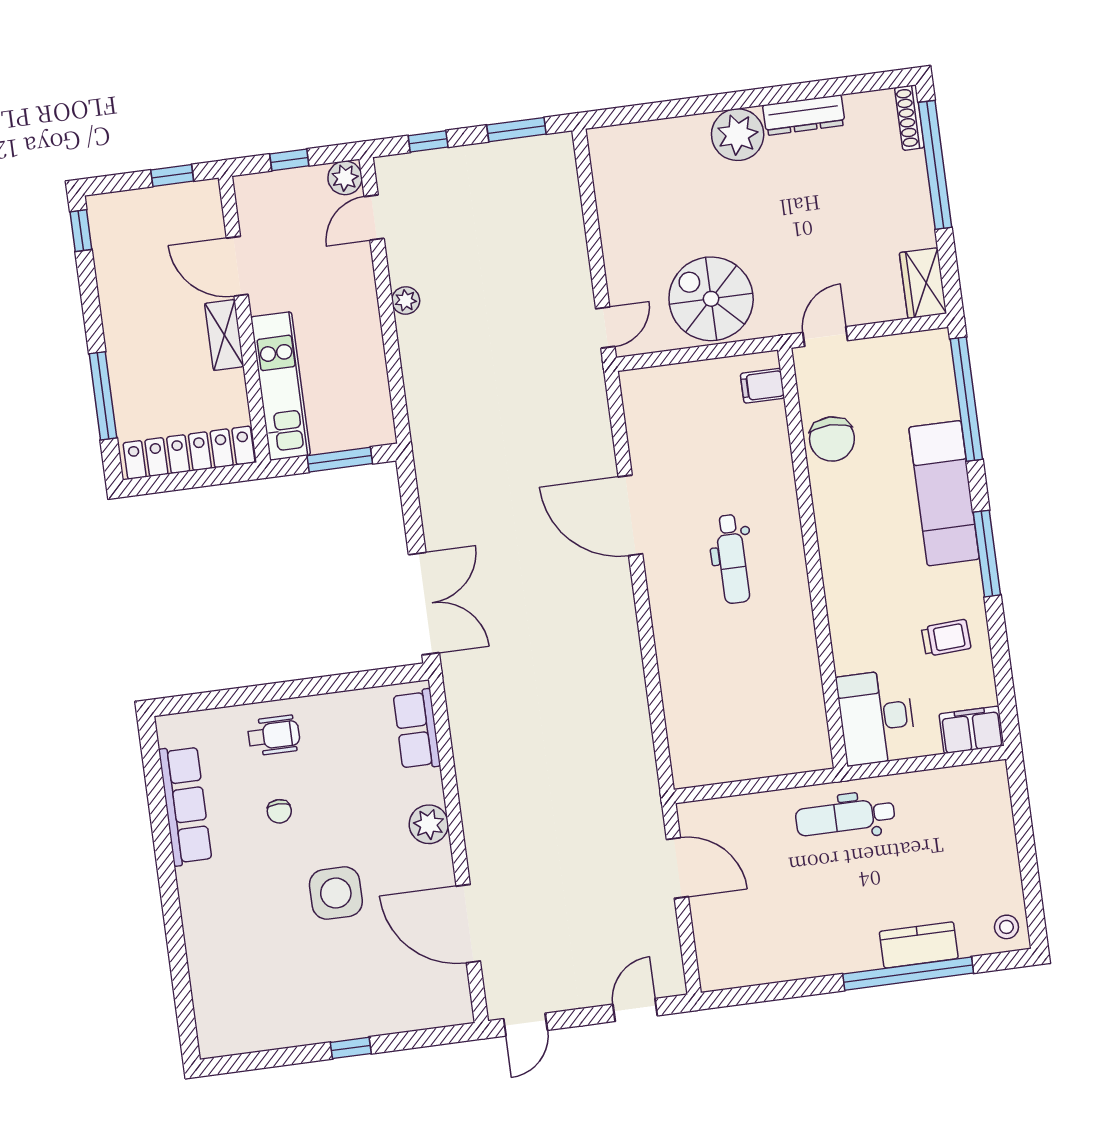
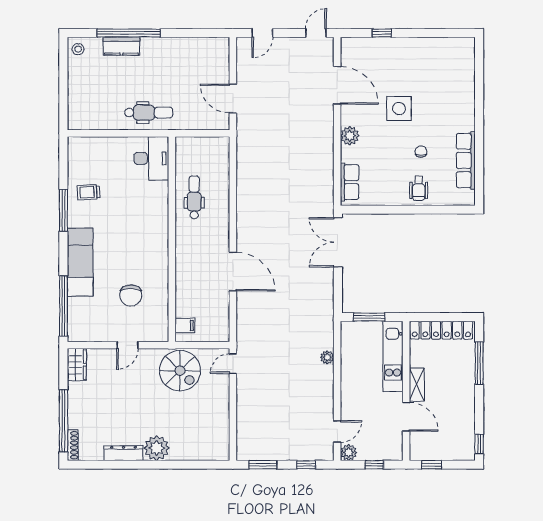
plant: (406, 300) -> (327, 357), moved
filing cabinet: (762, 386) -> (185, 325), moved
chair: (832, 439) -> (131, 295), turned 180
window: (987, 554) -> (63, 210), moved
wall: (813, 558) -> (172, 239), moved
dental chair: (732, 559) -> (194, 197), moved
desk: (876, 717) -> (151, 158), moved
filing cabinet: (972, 730) -> (82, 146), removed
wheelchair: (274, 735) -> (419, 188), turned -90
window: (351, 1048) -> (382, 33), moved

